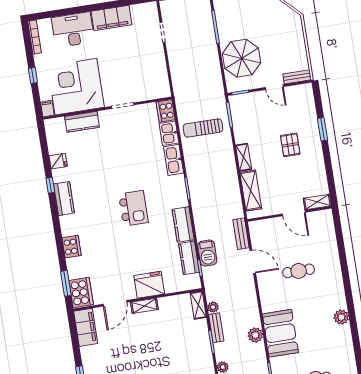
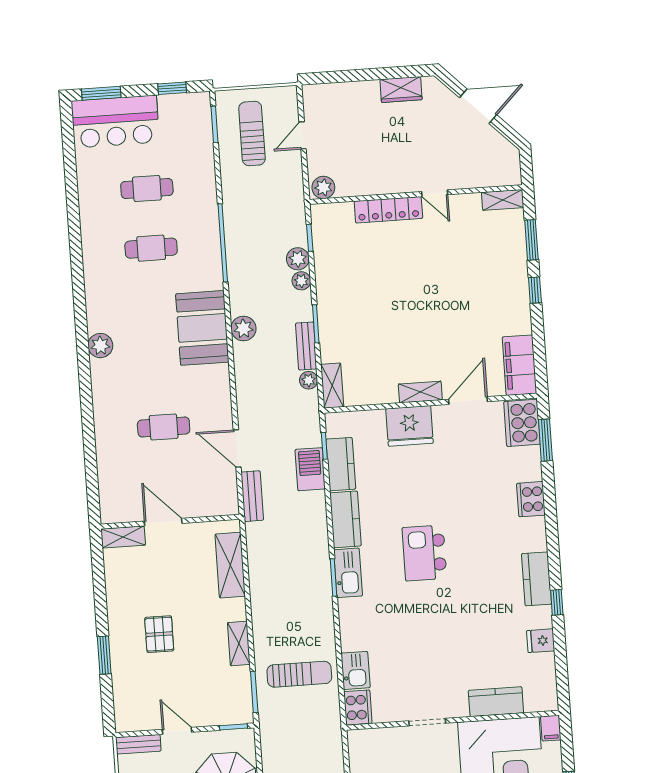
shelving: (244, 157) -> (239, 643), moved
kitchen sink: (174, 160) -> (348, 573), moved

